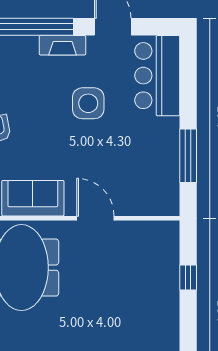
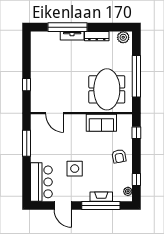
fireplace: (63, 45) -> (101, 197), moved
door: (95, 218) -> (55, 113), moved

